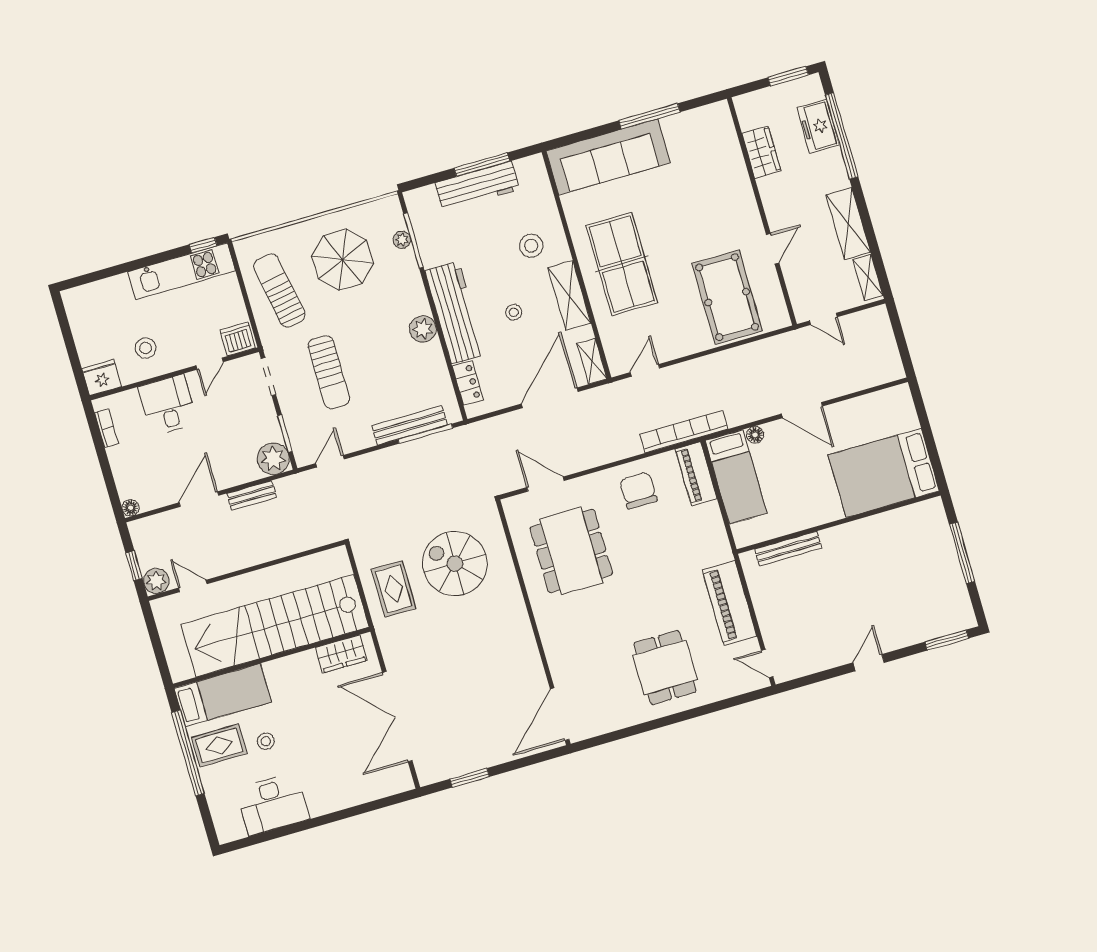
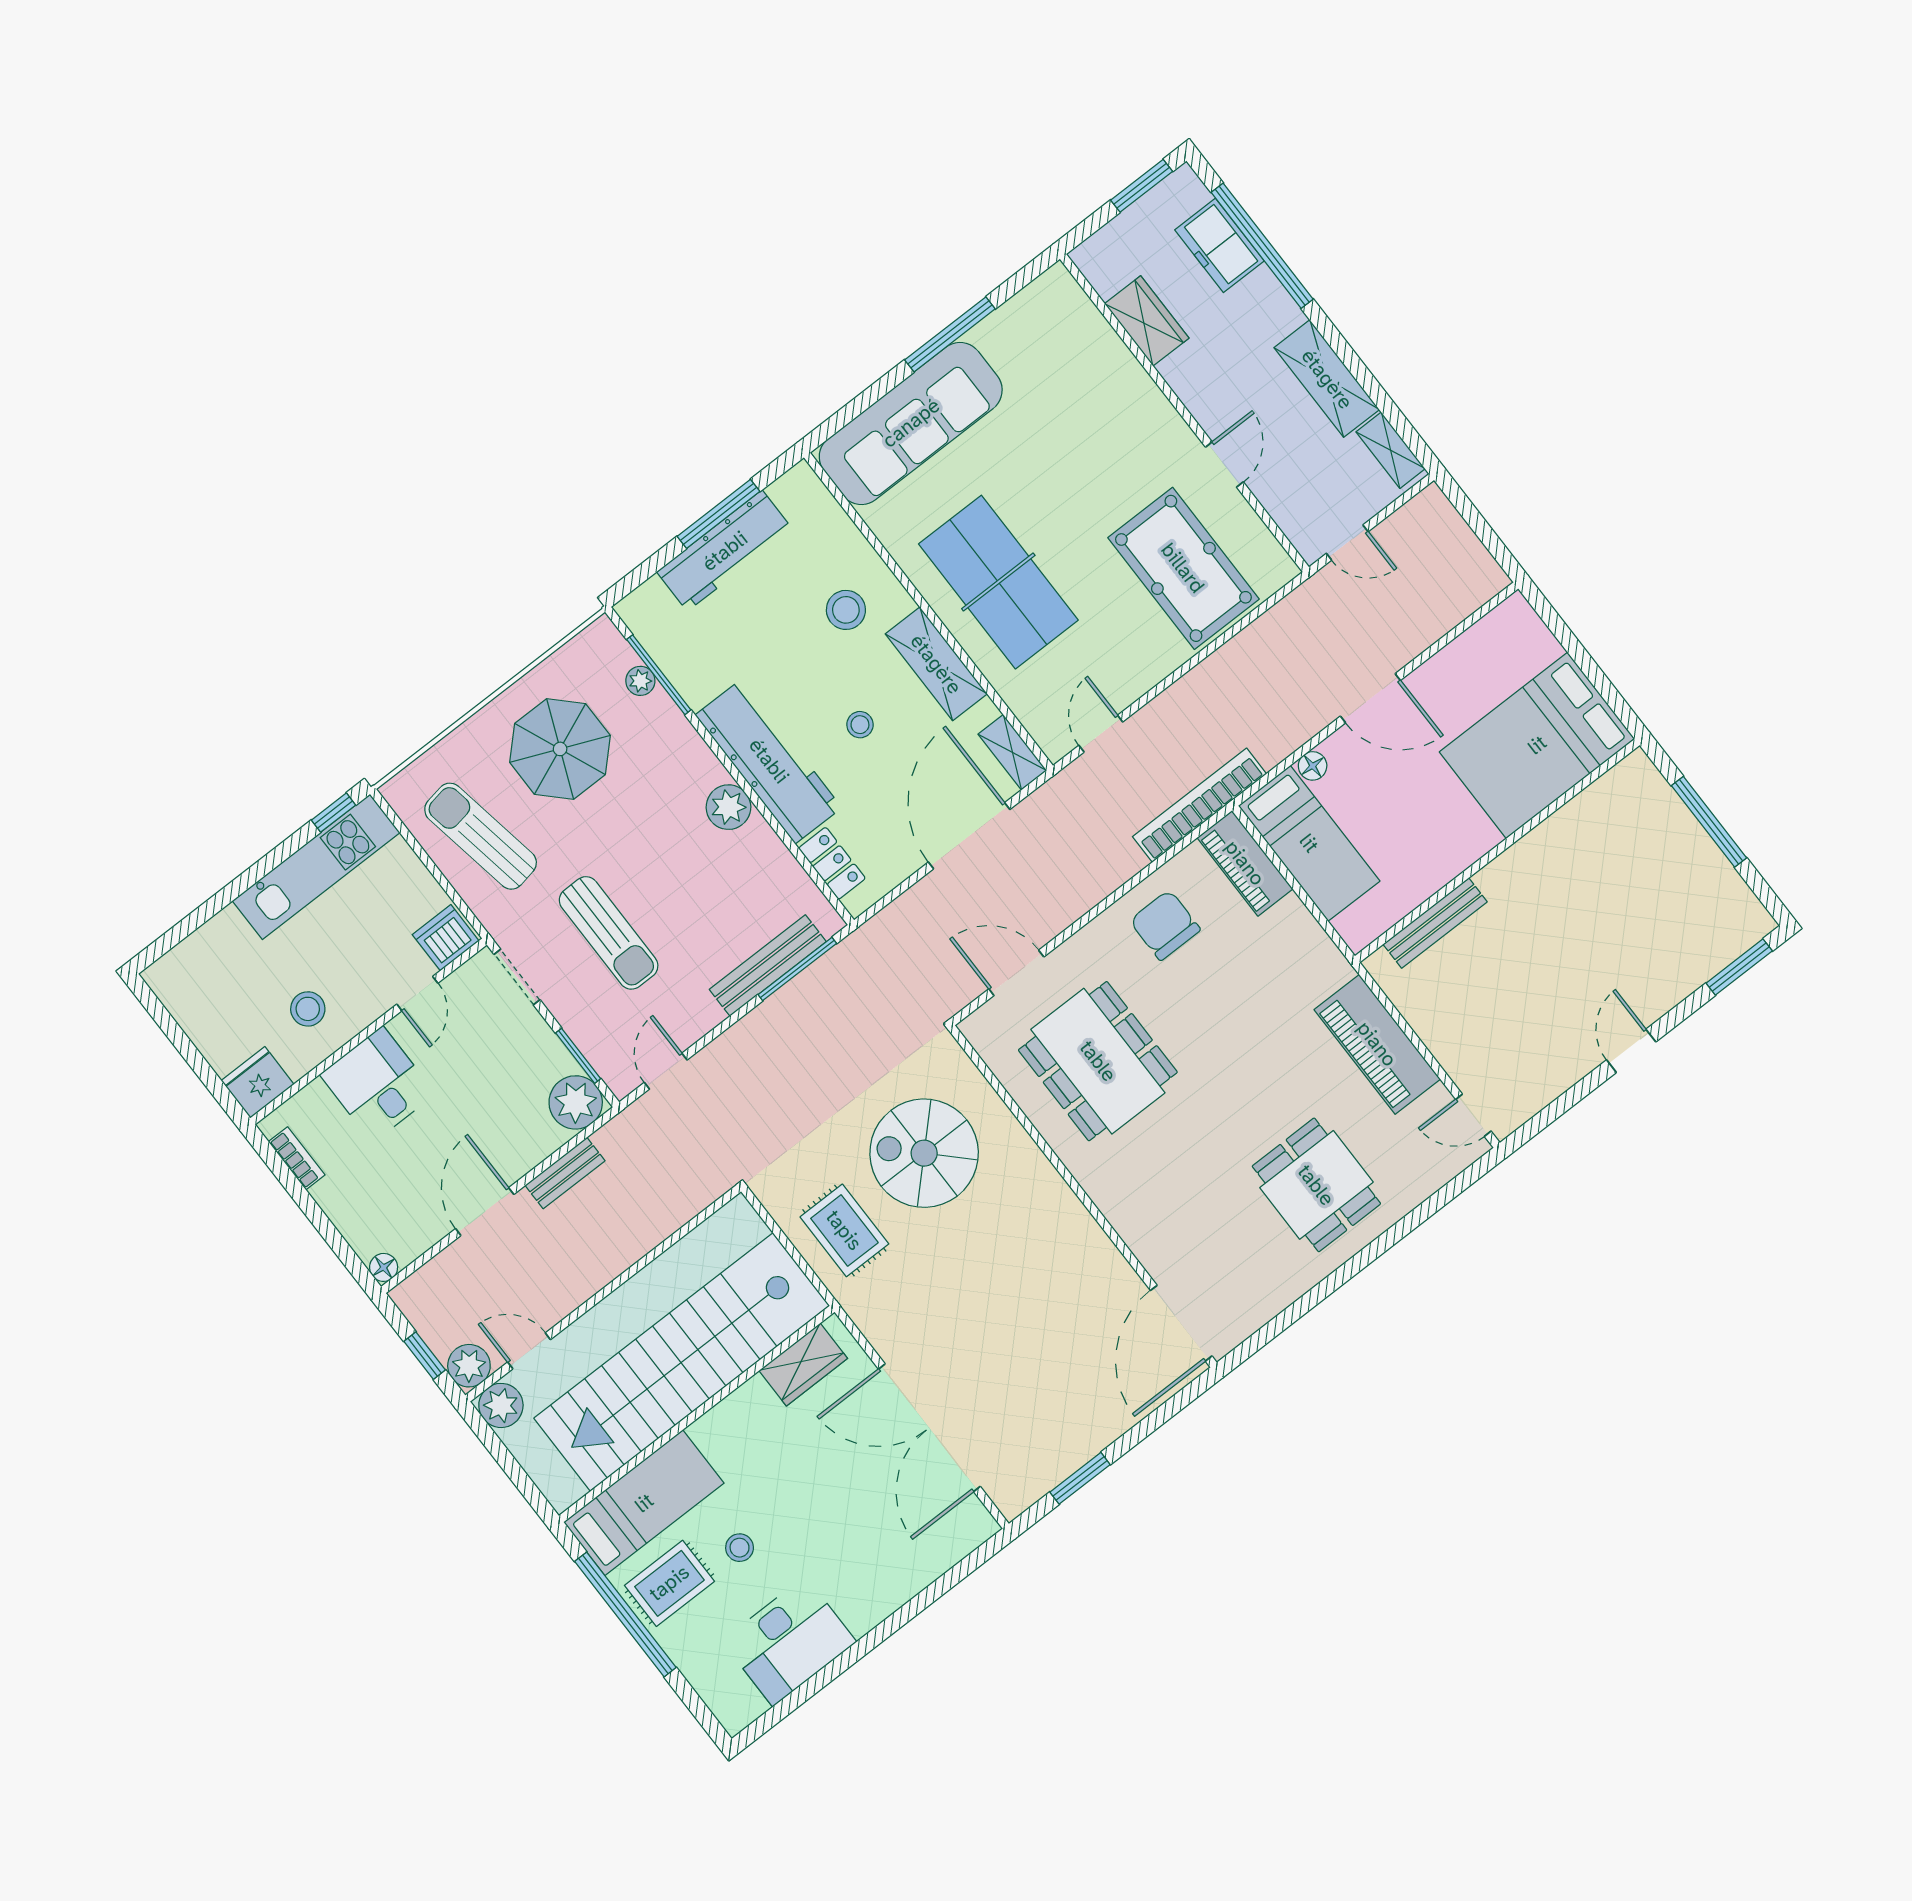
plant: (165, 610) -> (501, 1405), added

